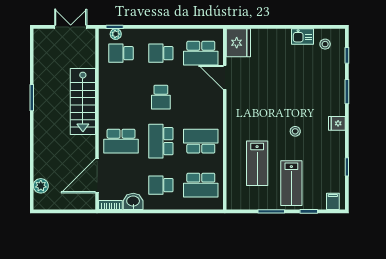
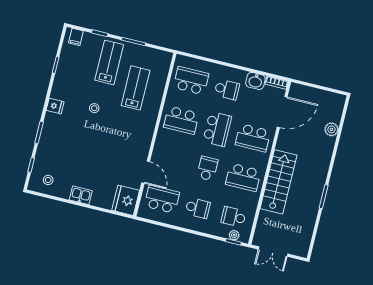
kitchen sink: (302, 36) -> (81, 195), moved
school desk: (121, 53) -> (234, 217), turned 180
school desk: (121, 97) -> (243, 177), added
school desk: (121, 141) -> (253, 138), turned 180
plant: (41, 186) -> (331, 129), moved

